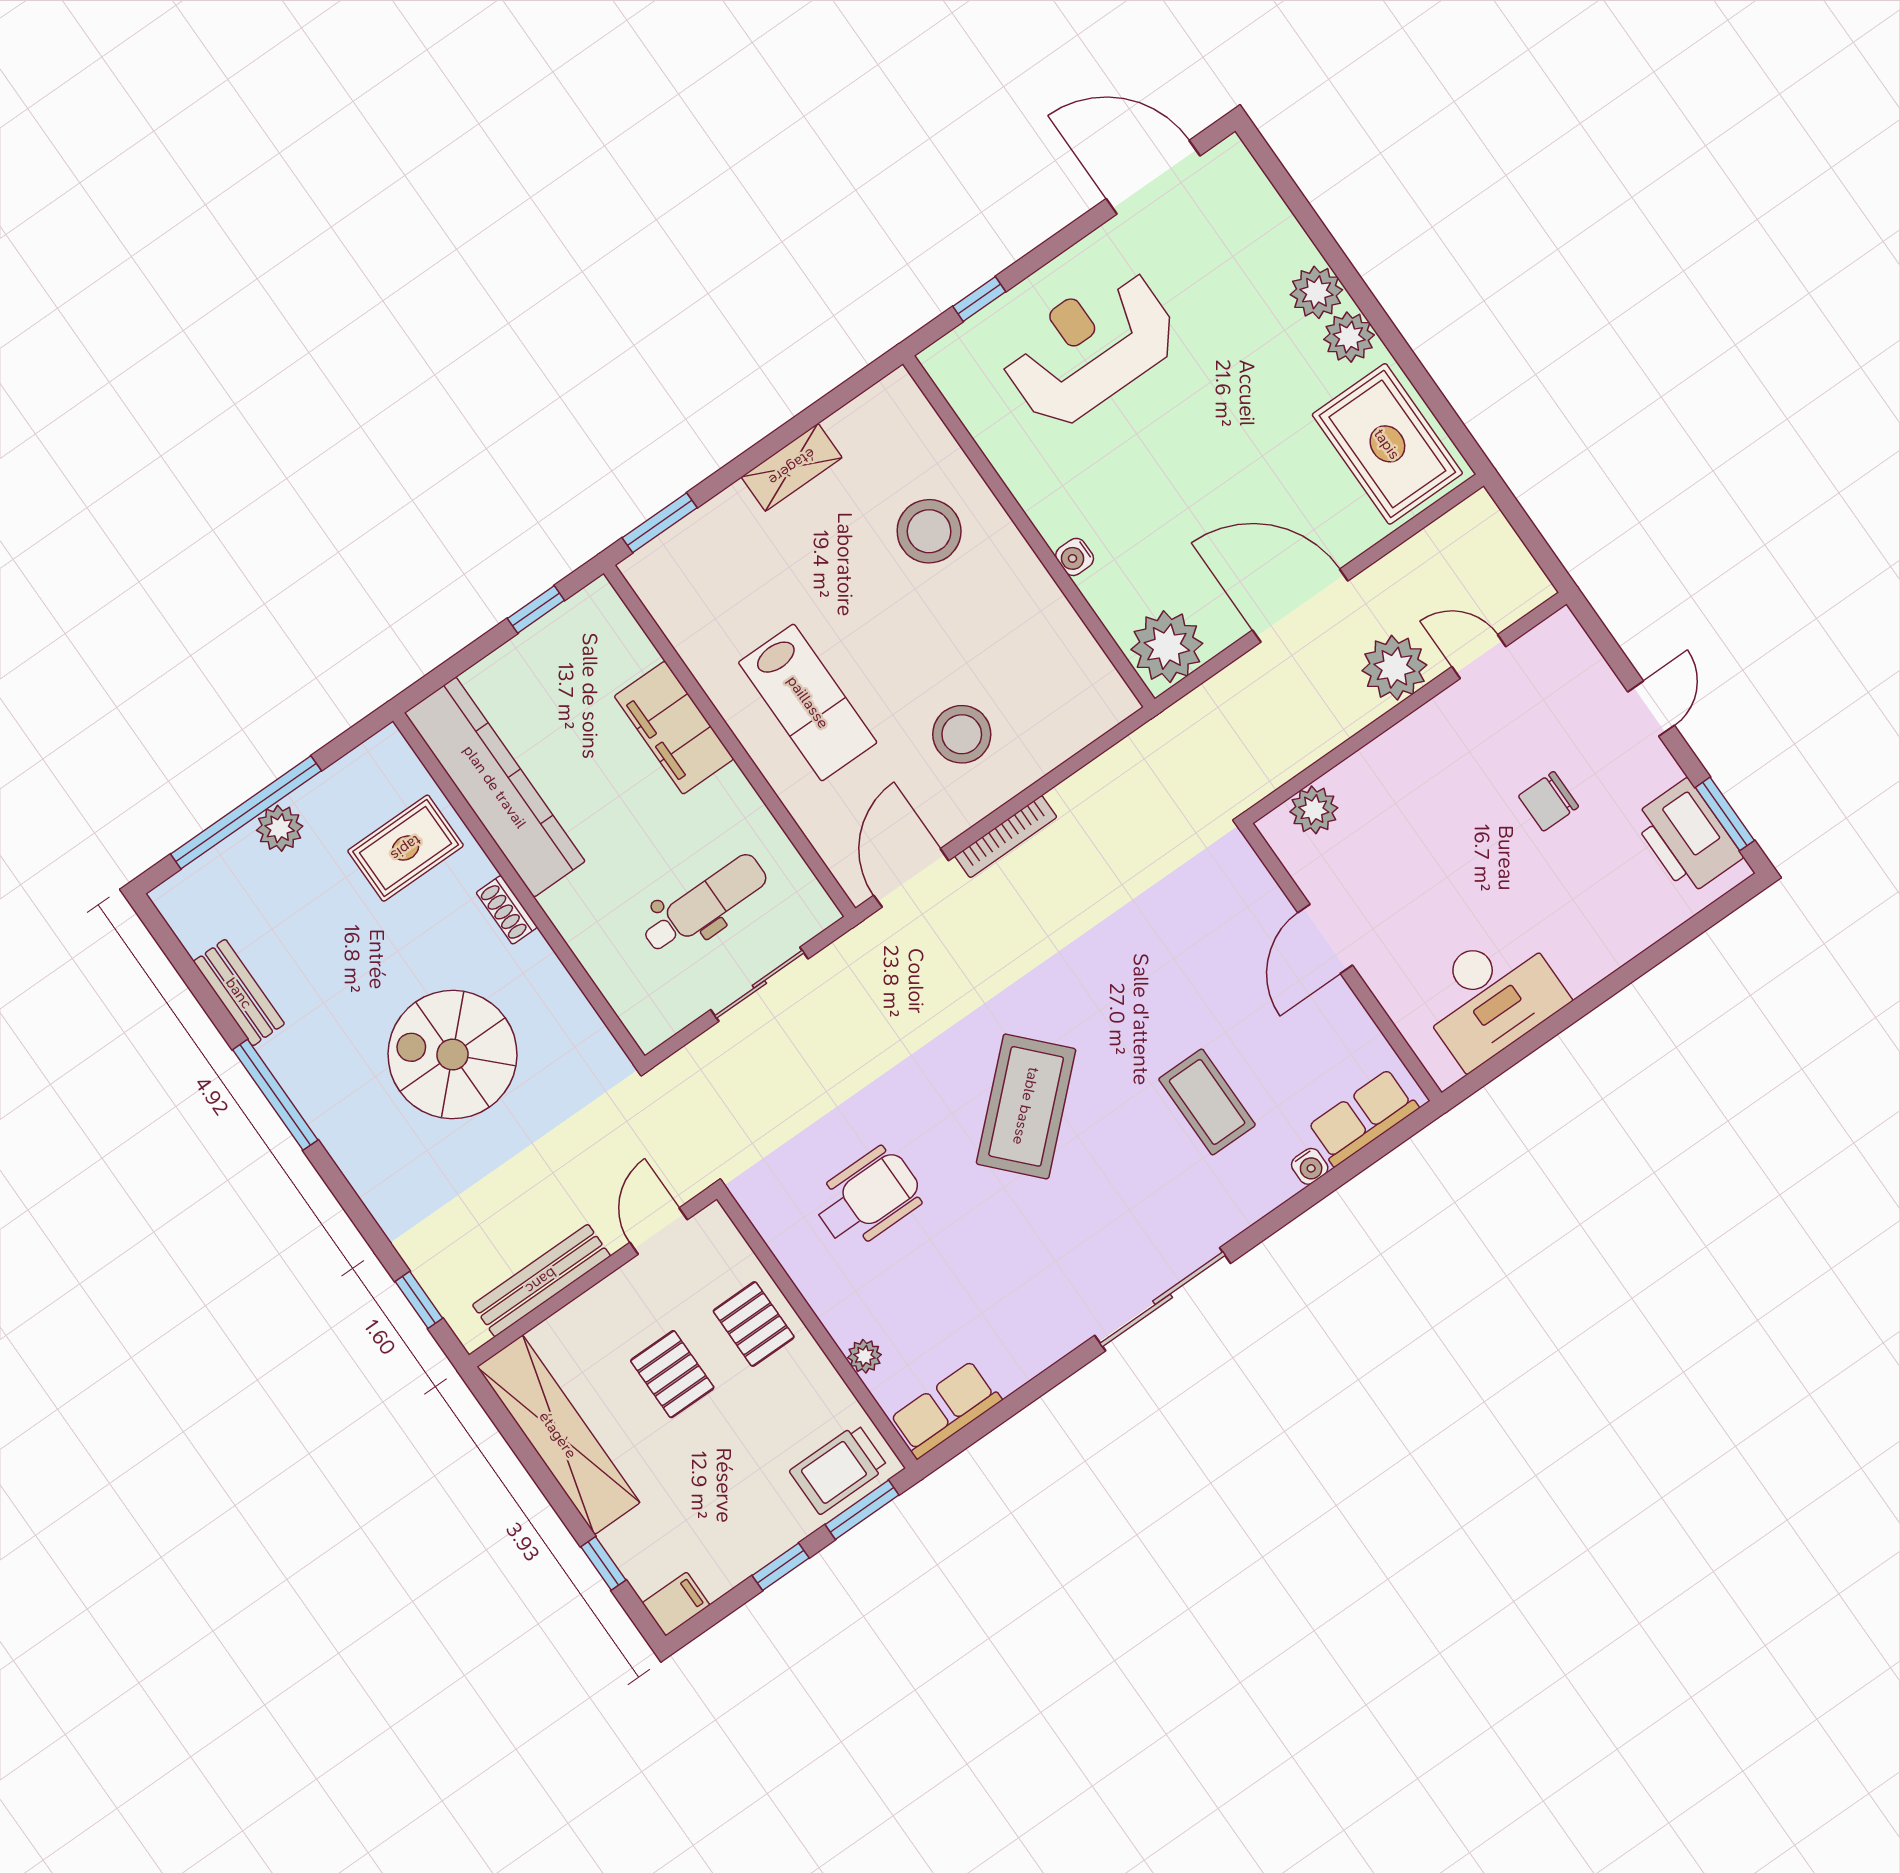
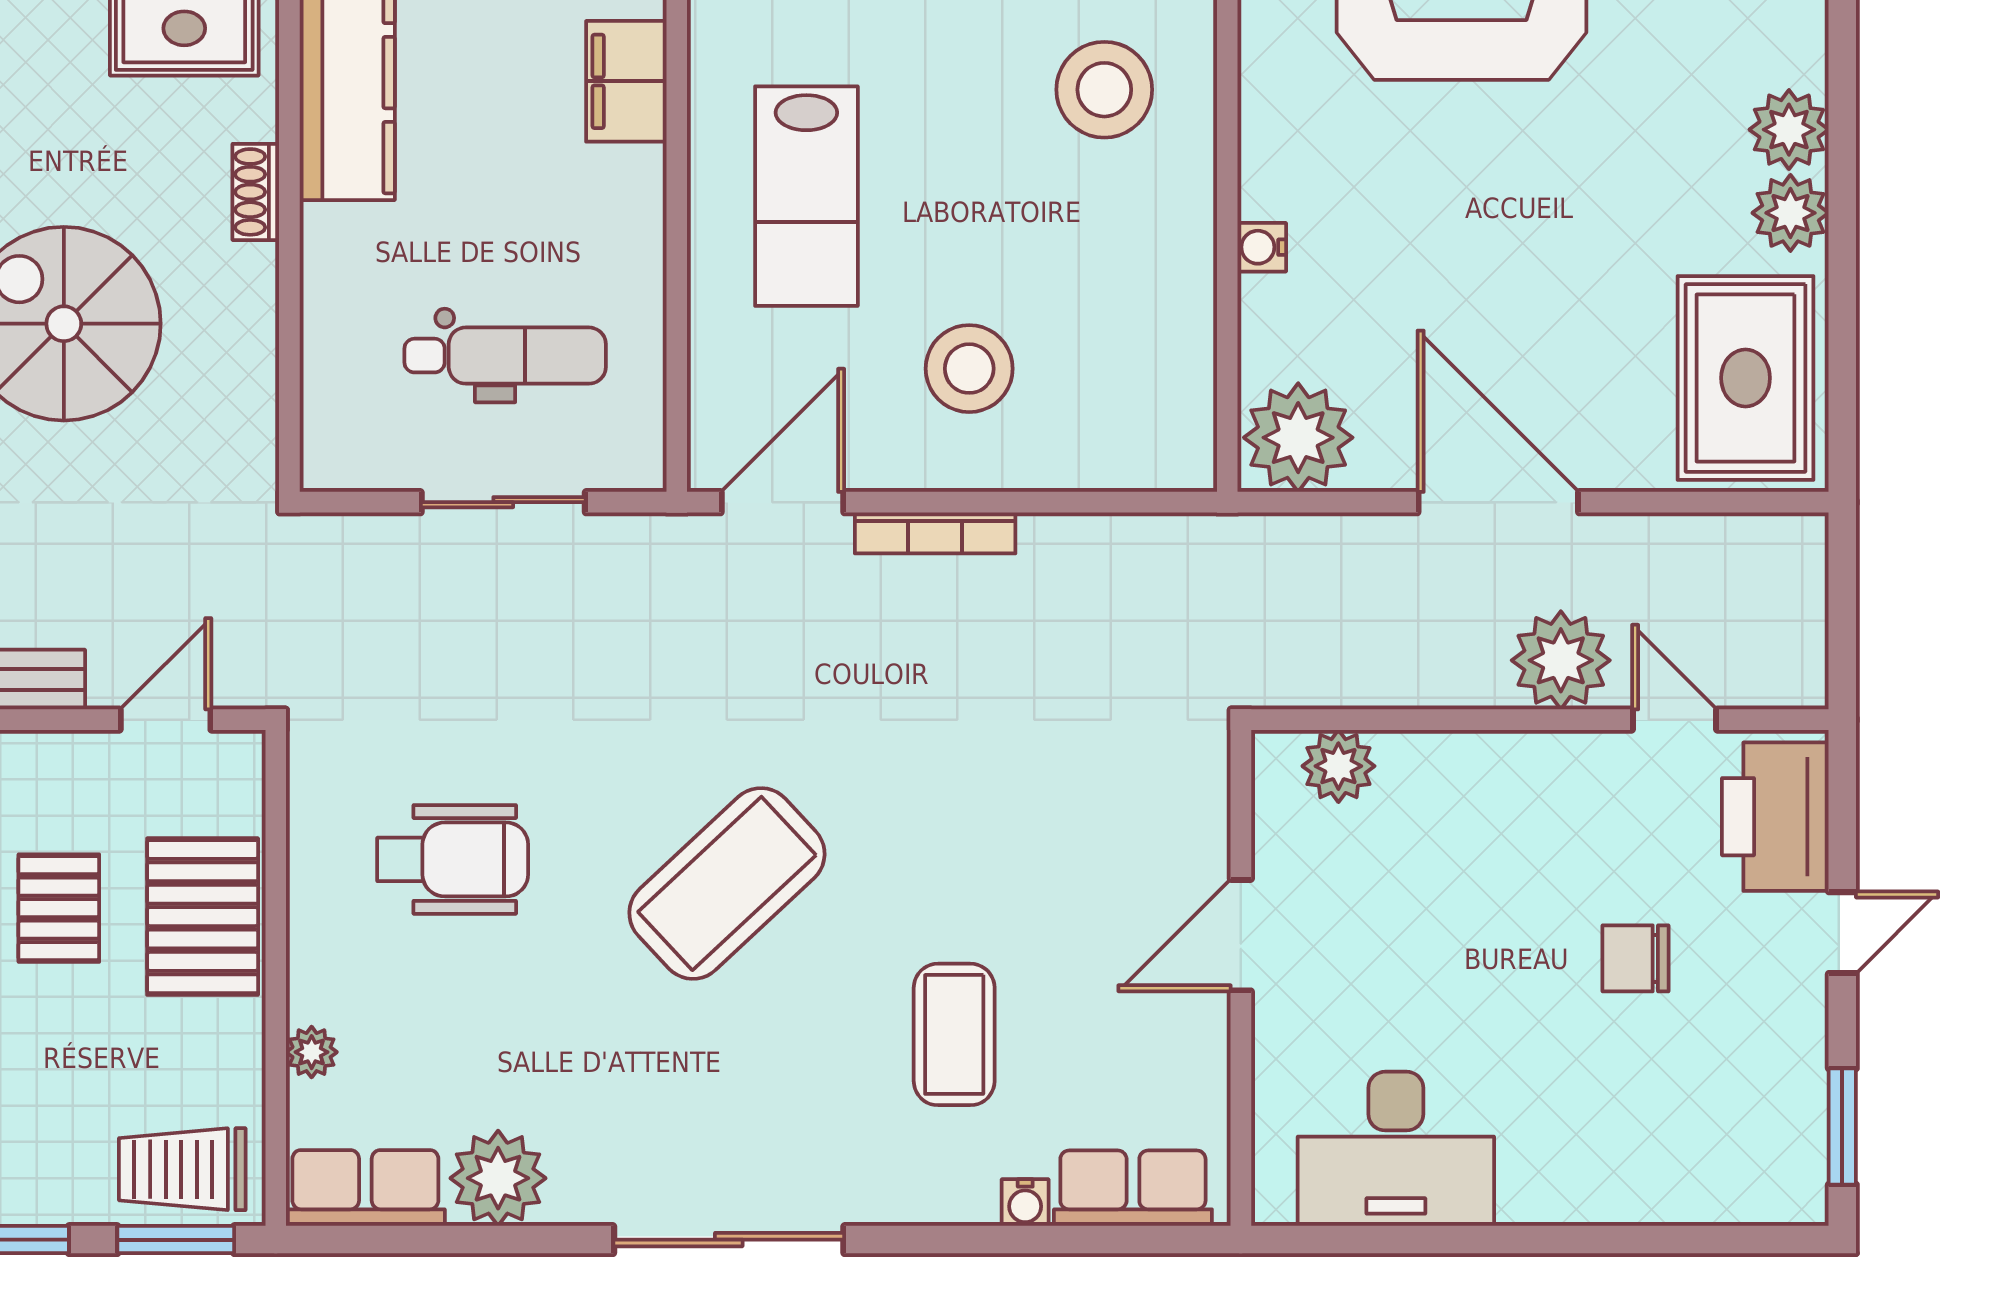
filing cabinet: (674, 728) -> (626, 81), width x0.67, depth x0.86
printer: (1687, 837) -> (1775, 817), moved
pallet: (754, 1324) -> (203, 917), width x1.50, depth x1.42
plant: (1014, 1354) -> (498, 1178), added

